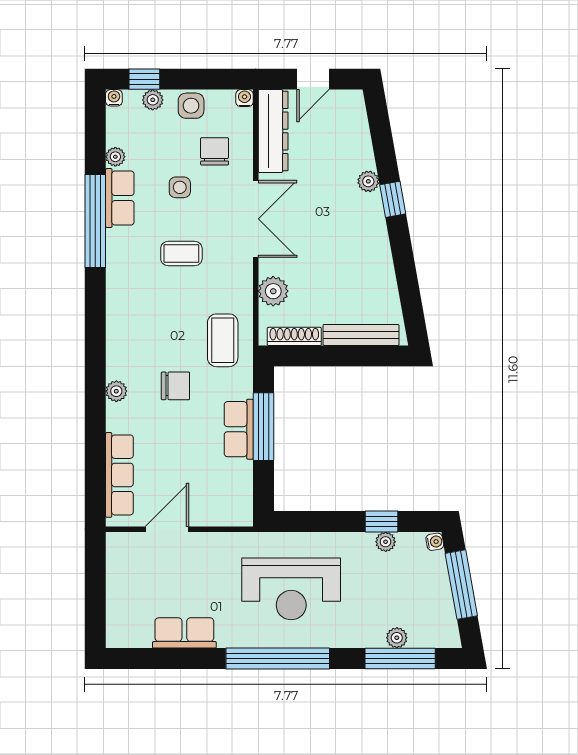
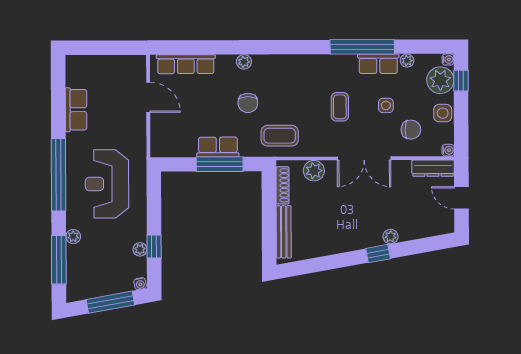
plant: (153, 100) -> (440, 80), width x1.87, depth x1.87
dresser: (273, 131) -> (433, 168), width x0.73, depth x0.80
plant: (397, 638) -> (73, 237), moved

